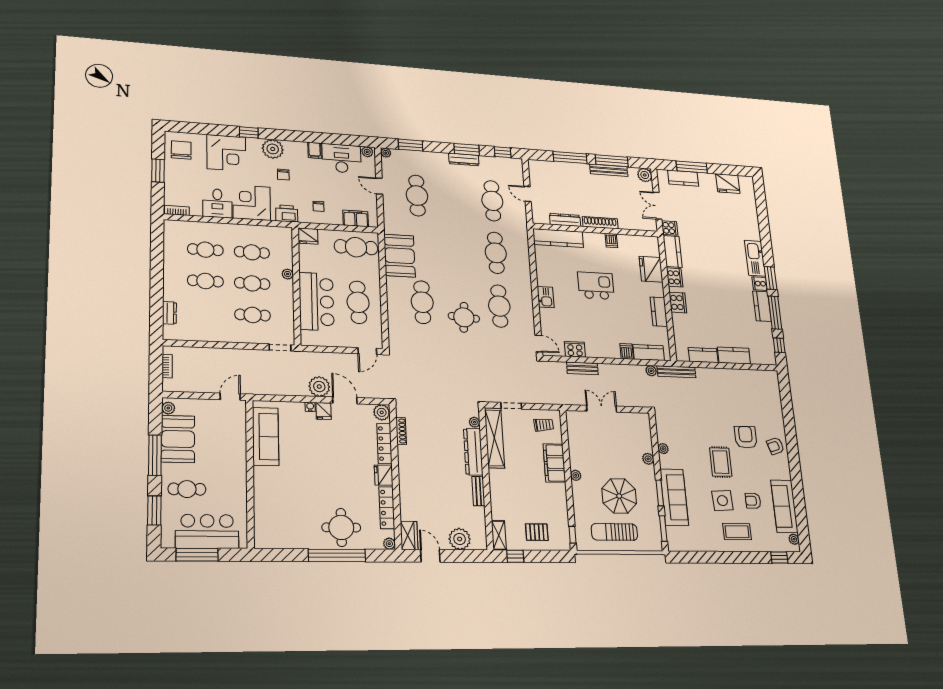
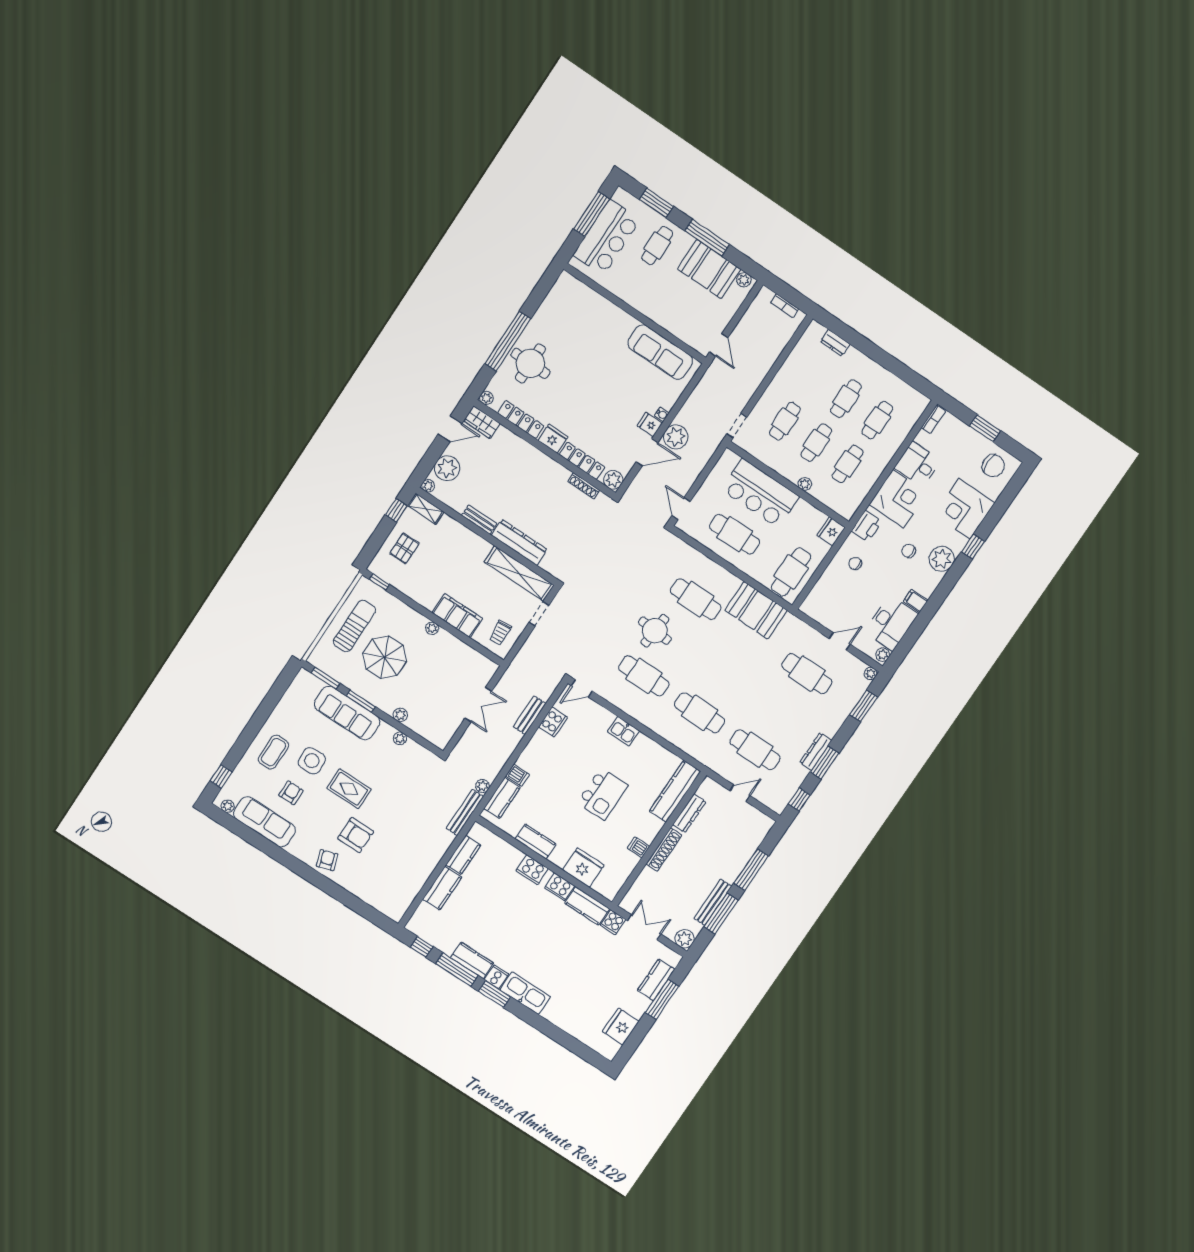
filing cabinet: (356, 218) -> (821, 593), removed
plant: (474, 422) -> (428, 486), moved

